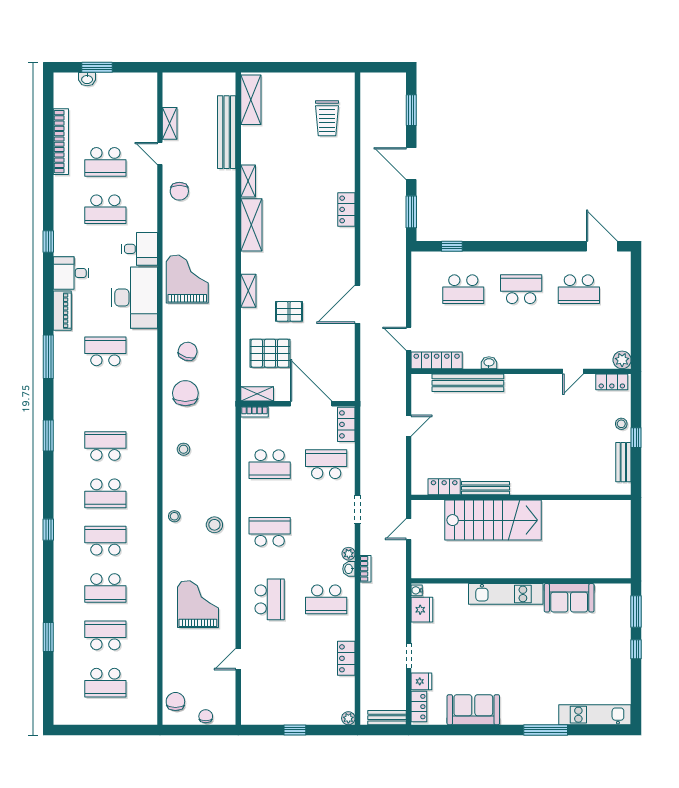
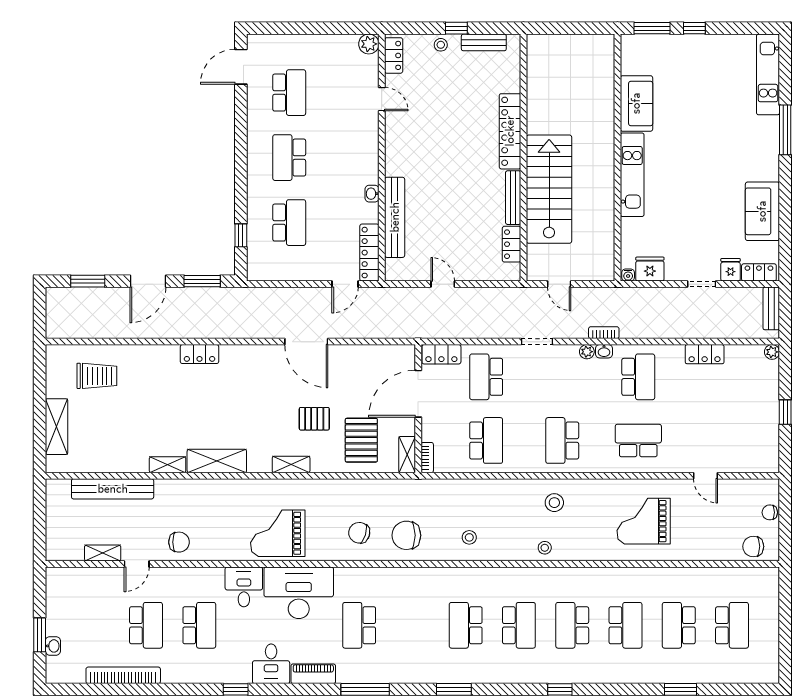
shelving: (251, 100) -> (57, 427), moved, turned 90
pallet: (289, 311) -> (314, 419), turned 90
locker: (544, 485) -> (510, 131), added

